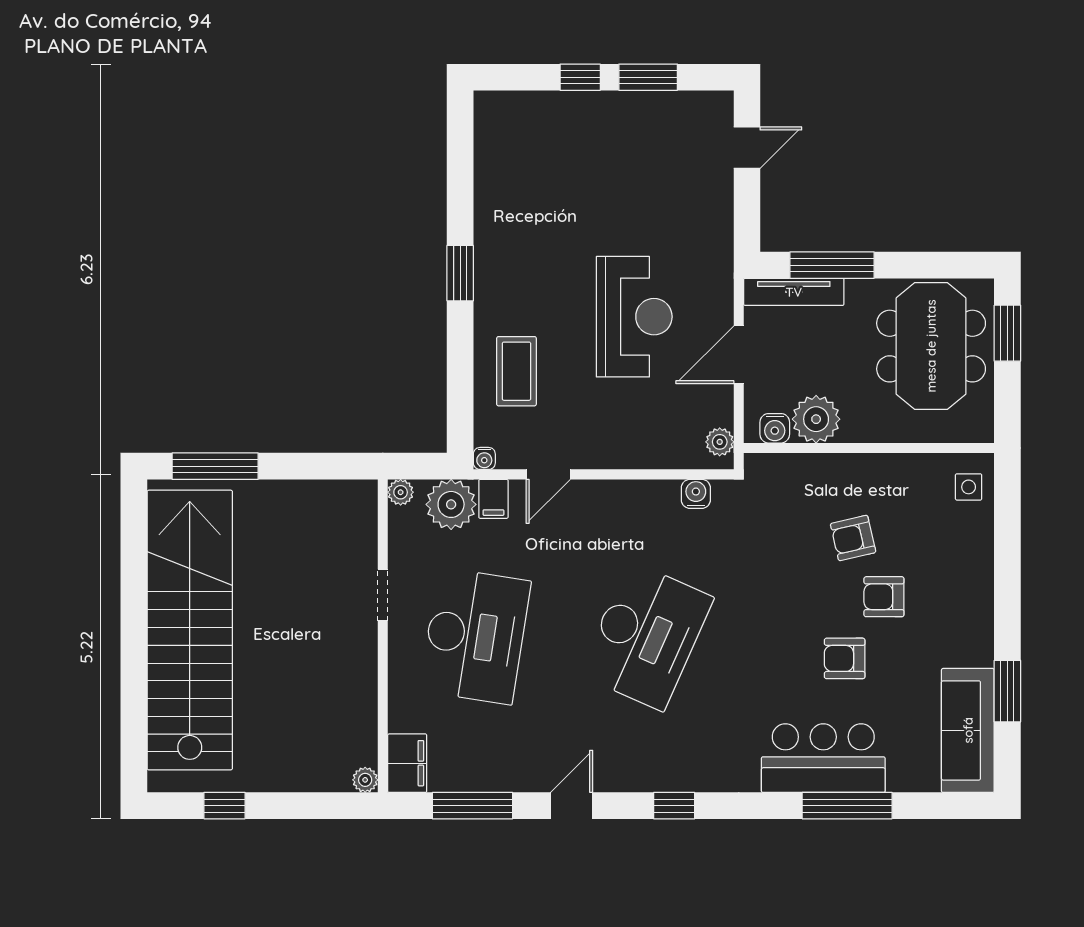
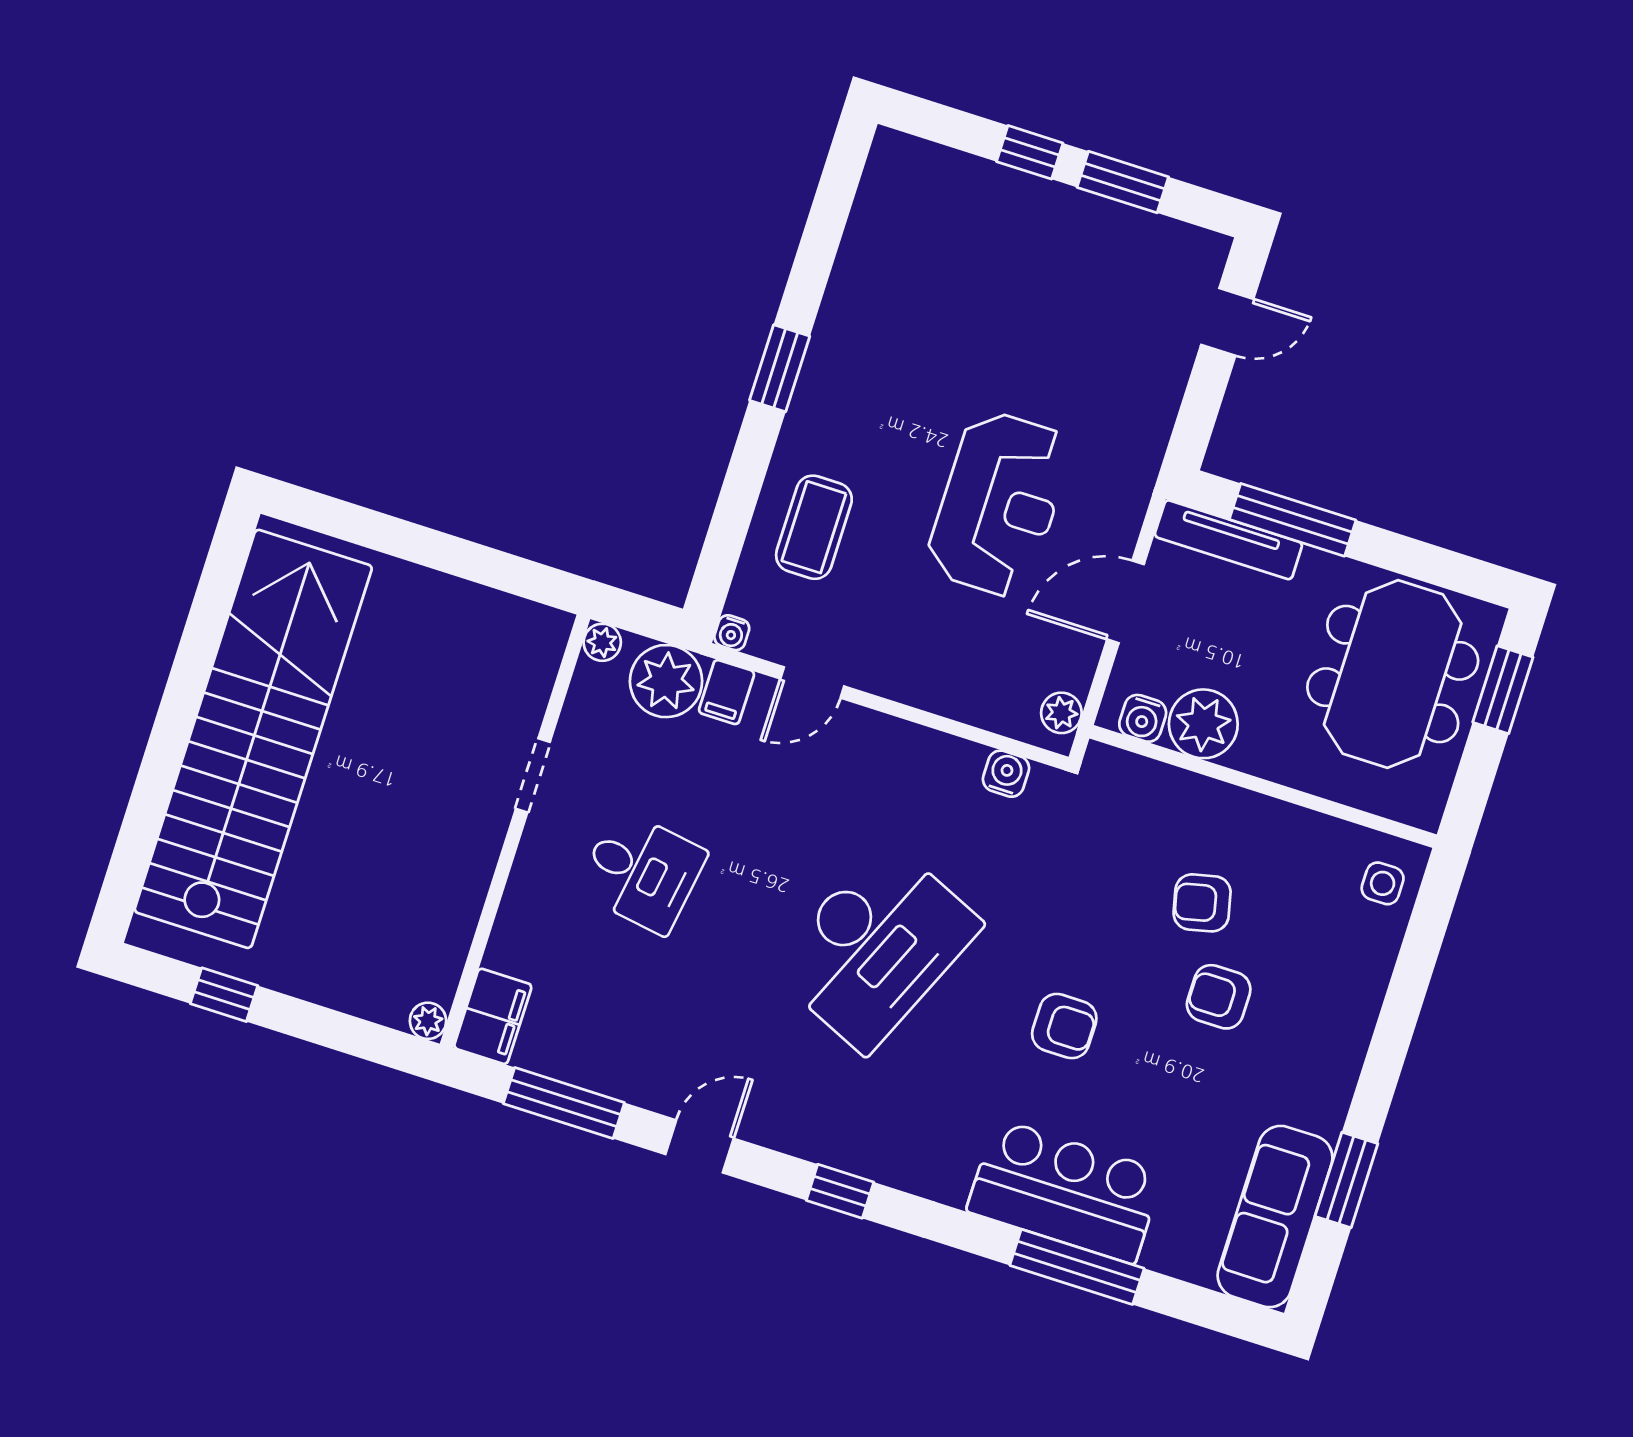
window: (215, 466) -> (360, 526), removed
desk: (475, 636) -> (642, 872), width x0.53, depth x0.77
armchair: (845, 658) -> (1064, 1026), moved, turned 180

